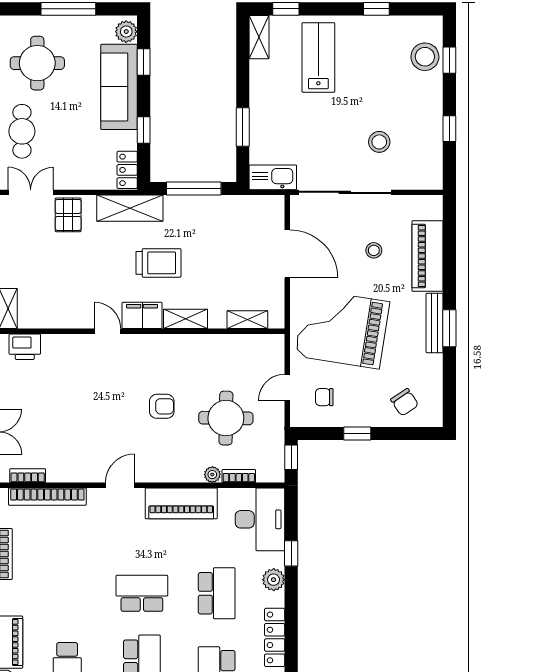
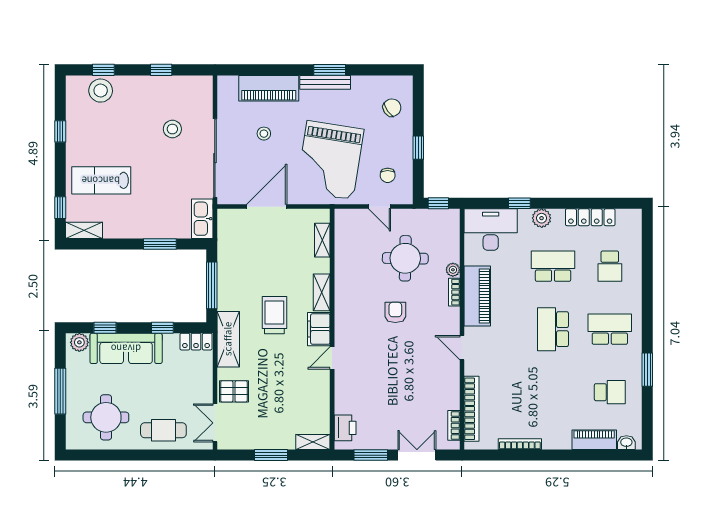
bookcase: (239, 476) -> (454, 292), moved

